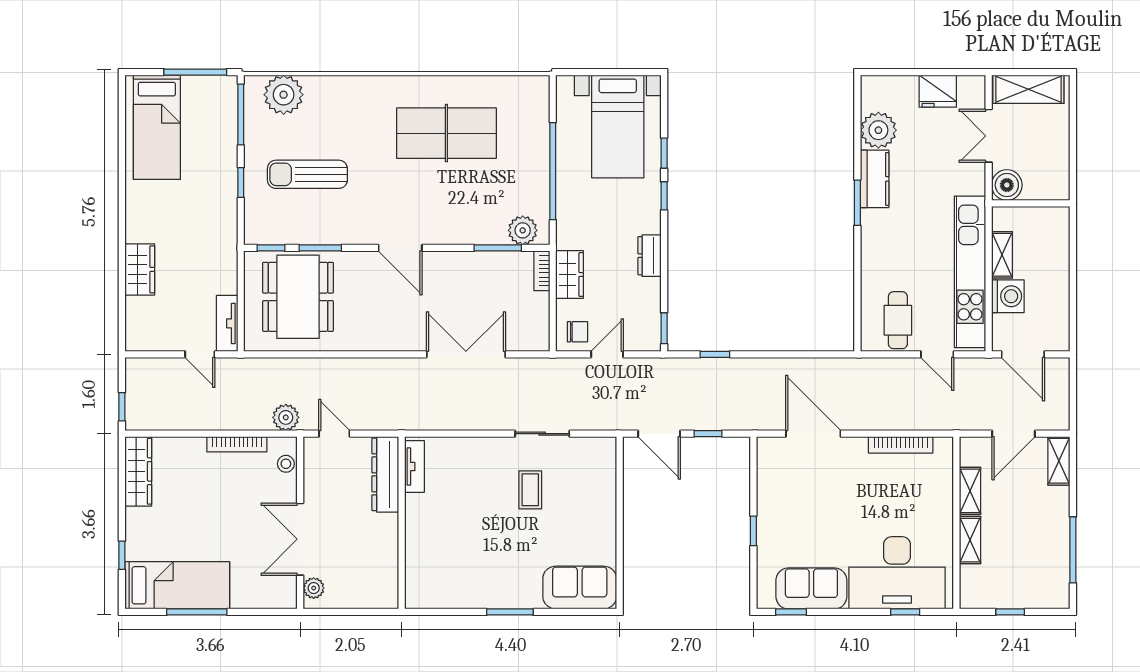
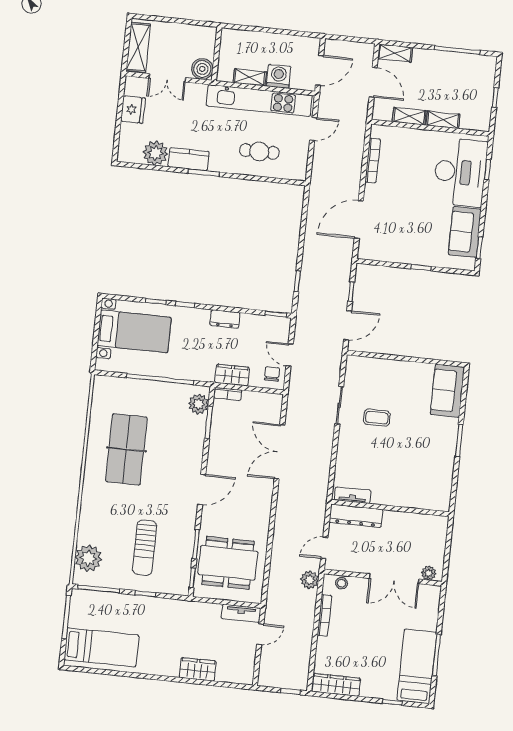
cafe table: (898, 320) -> (259, 151), moved

